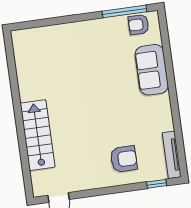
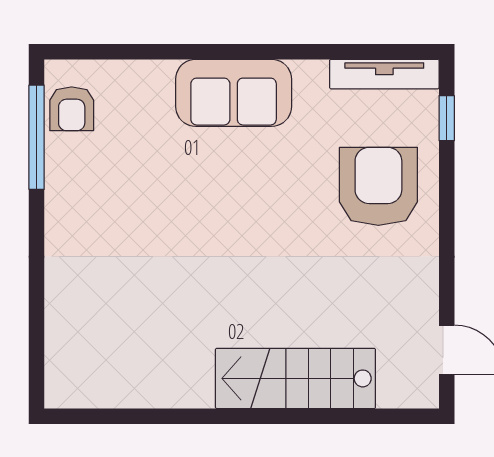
sofa: (152, 70) -> (234, 93), moved
armchair: (124, 159) -> (378, 186), width x1.36, depth x1.36

